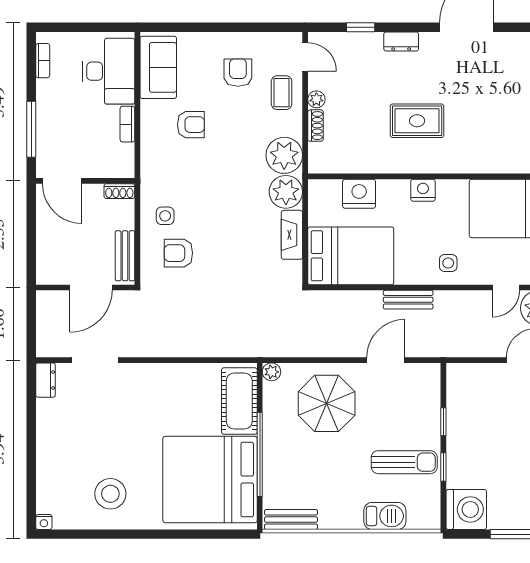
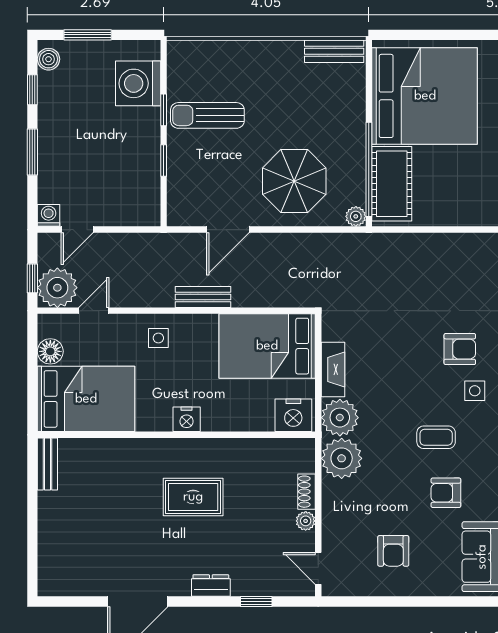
coffee table: (282, 93) -> (436, 437), moved, turned 90
nightstand: (359, 194) -> (293, 415), moved
window: (260, 454) -> (369, 169), moved
washing machine: (466, 509) -> (138, 83), moved
barbecue: (385, 516) -> (229, 55), removed

